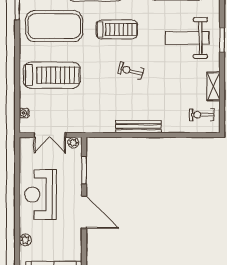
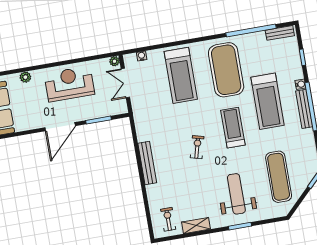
treadmill: (117, 30) -> (233, 128), turned 180
plant: (73, 143) -> (115, 61), moved

